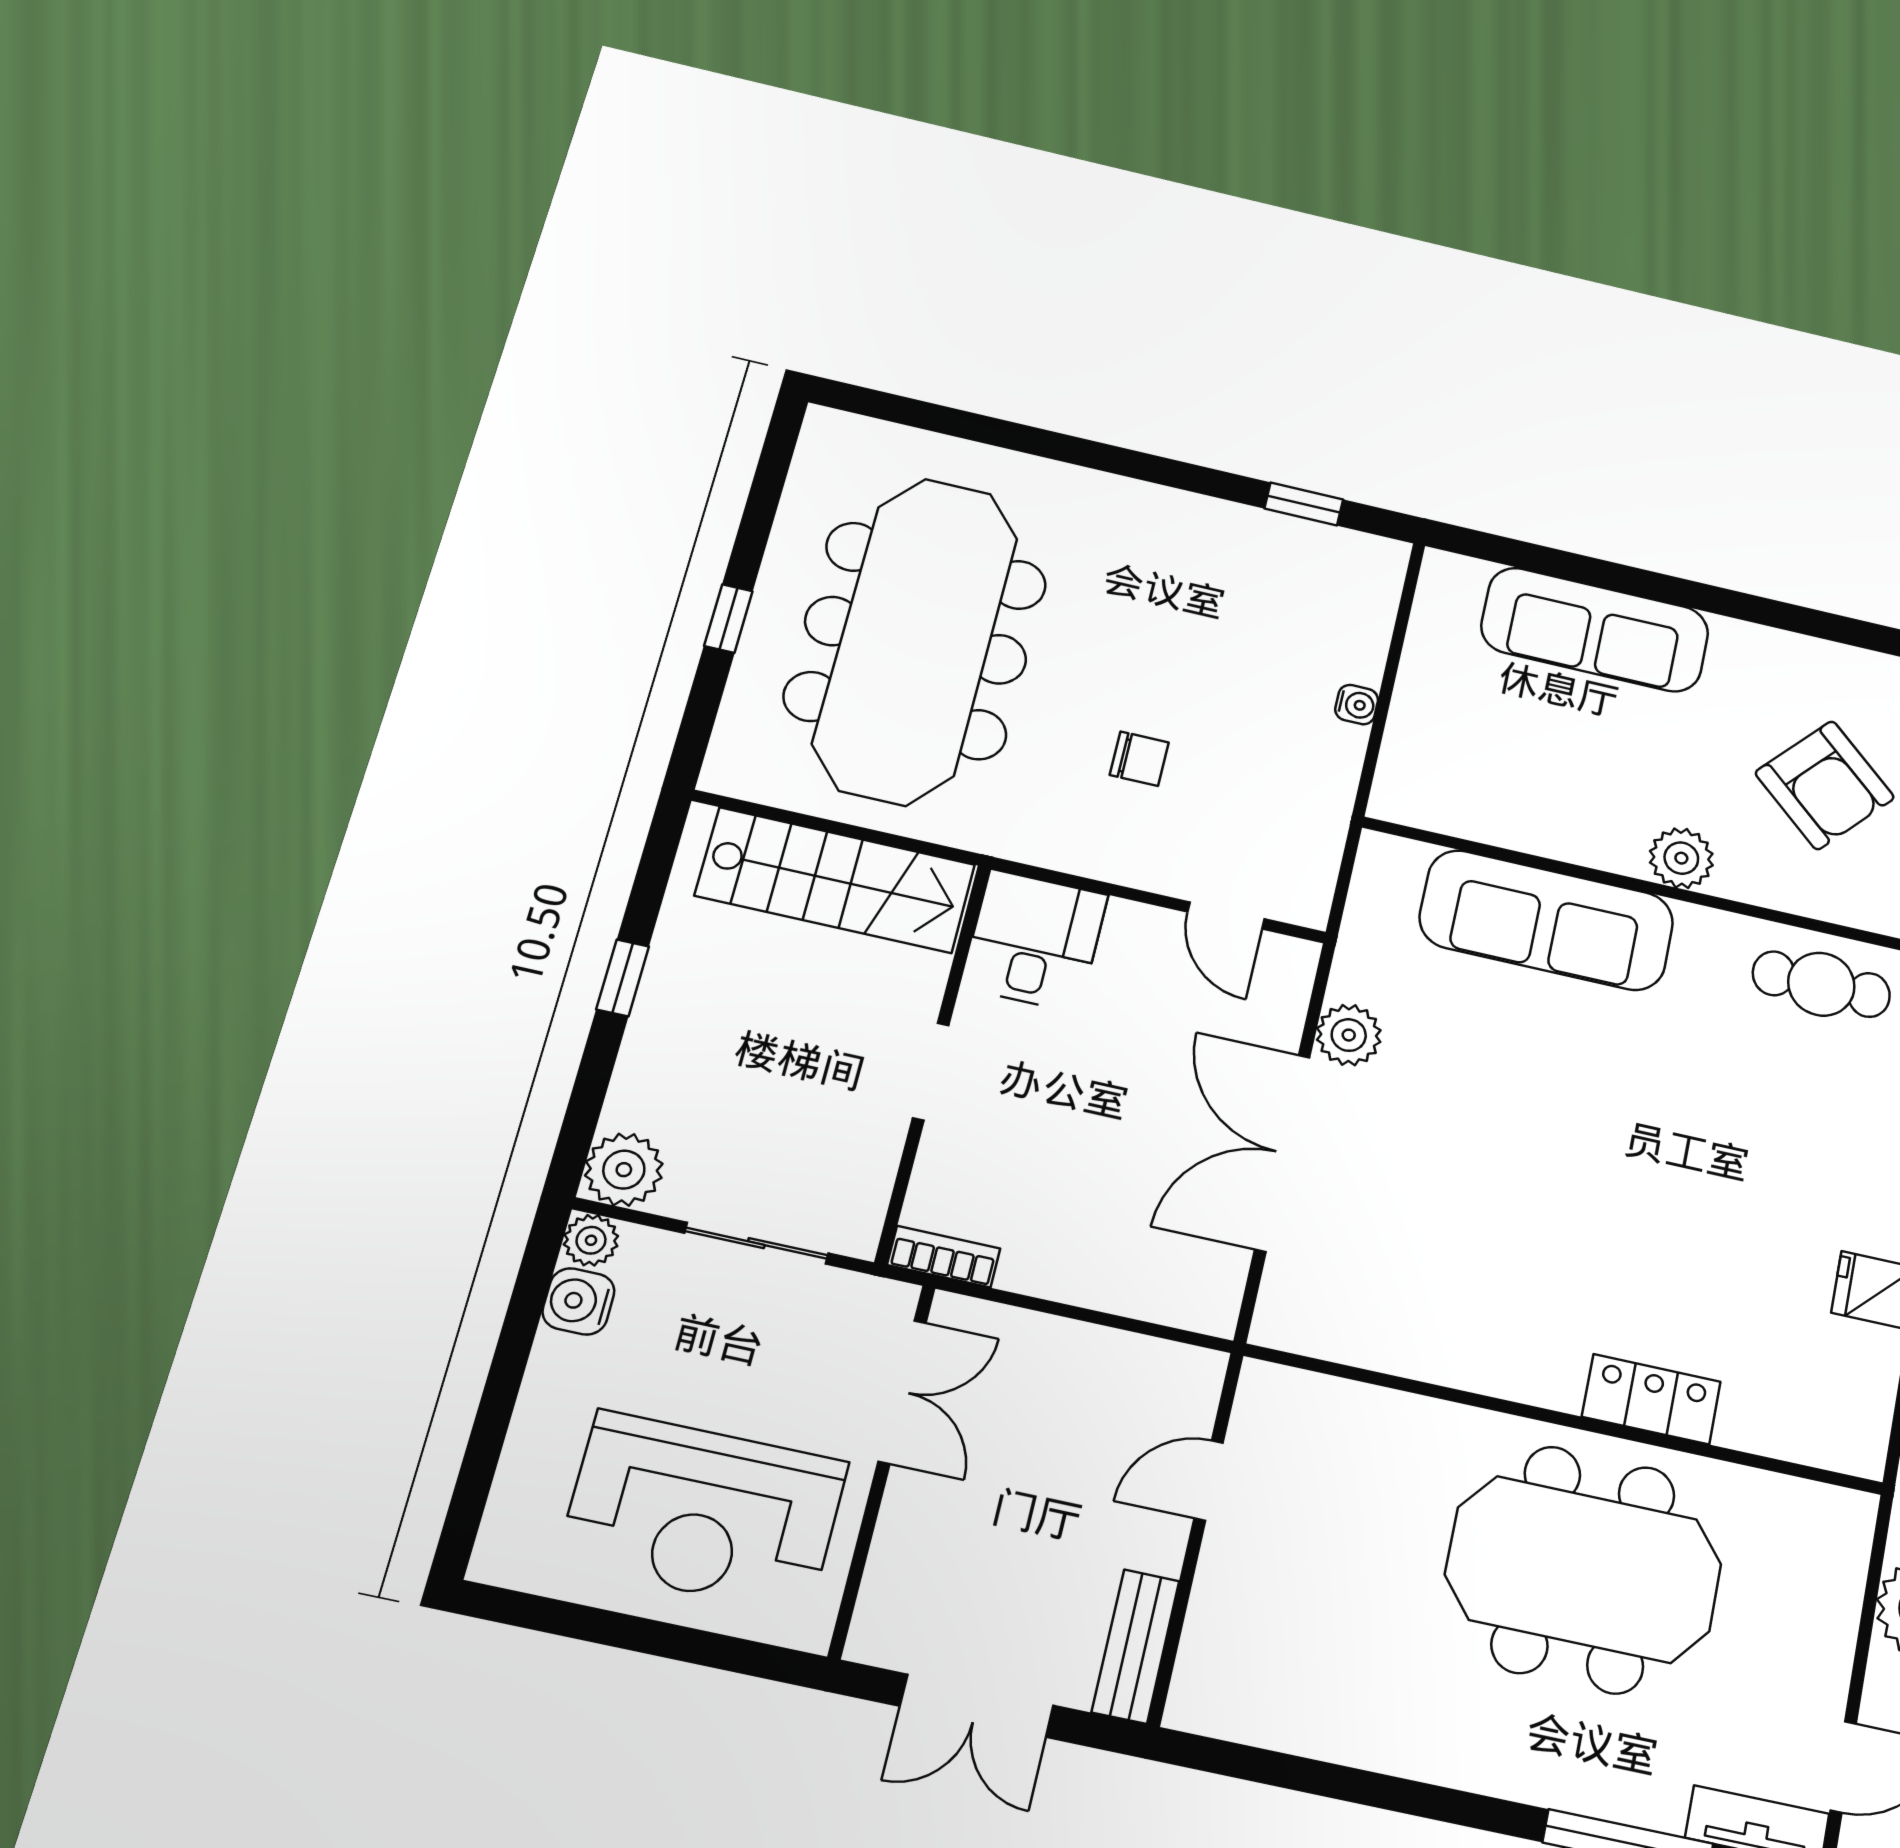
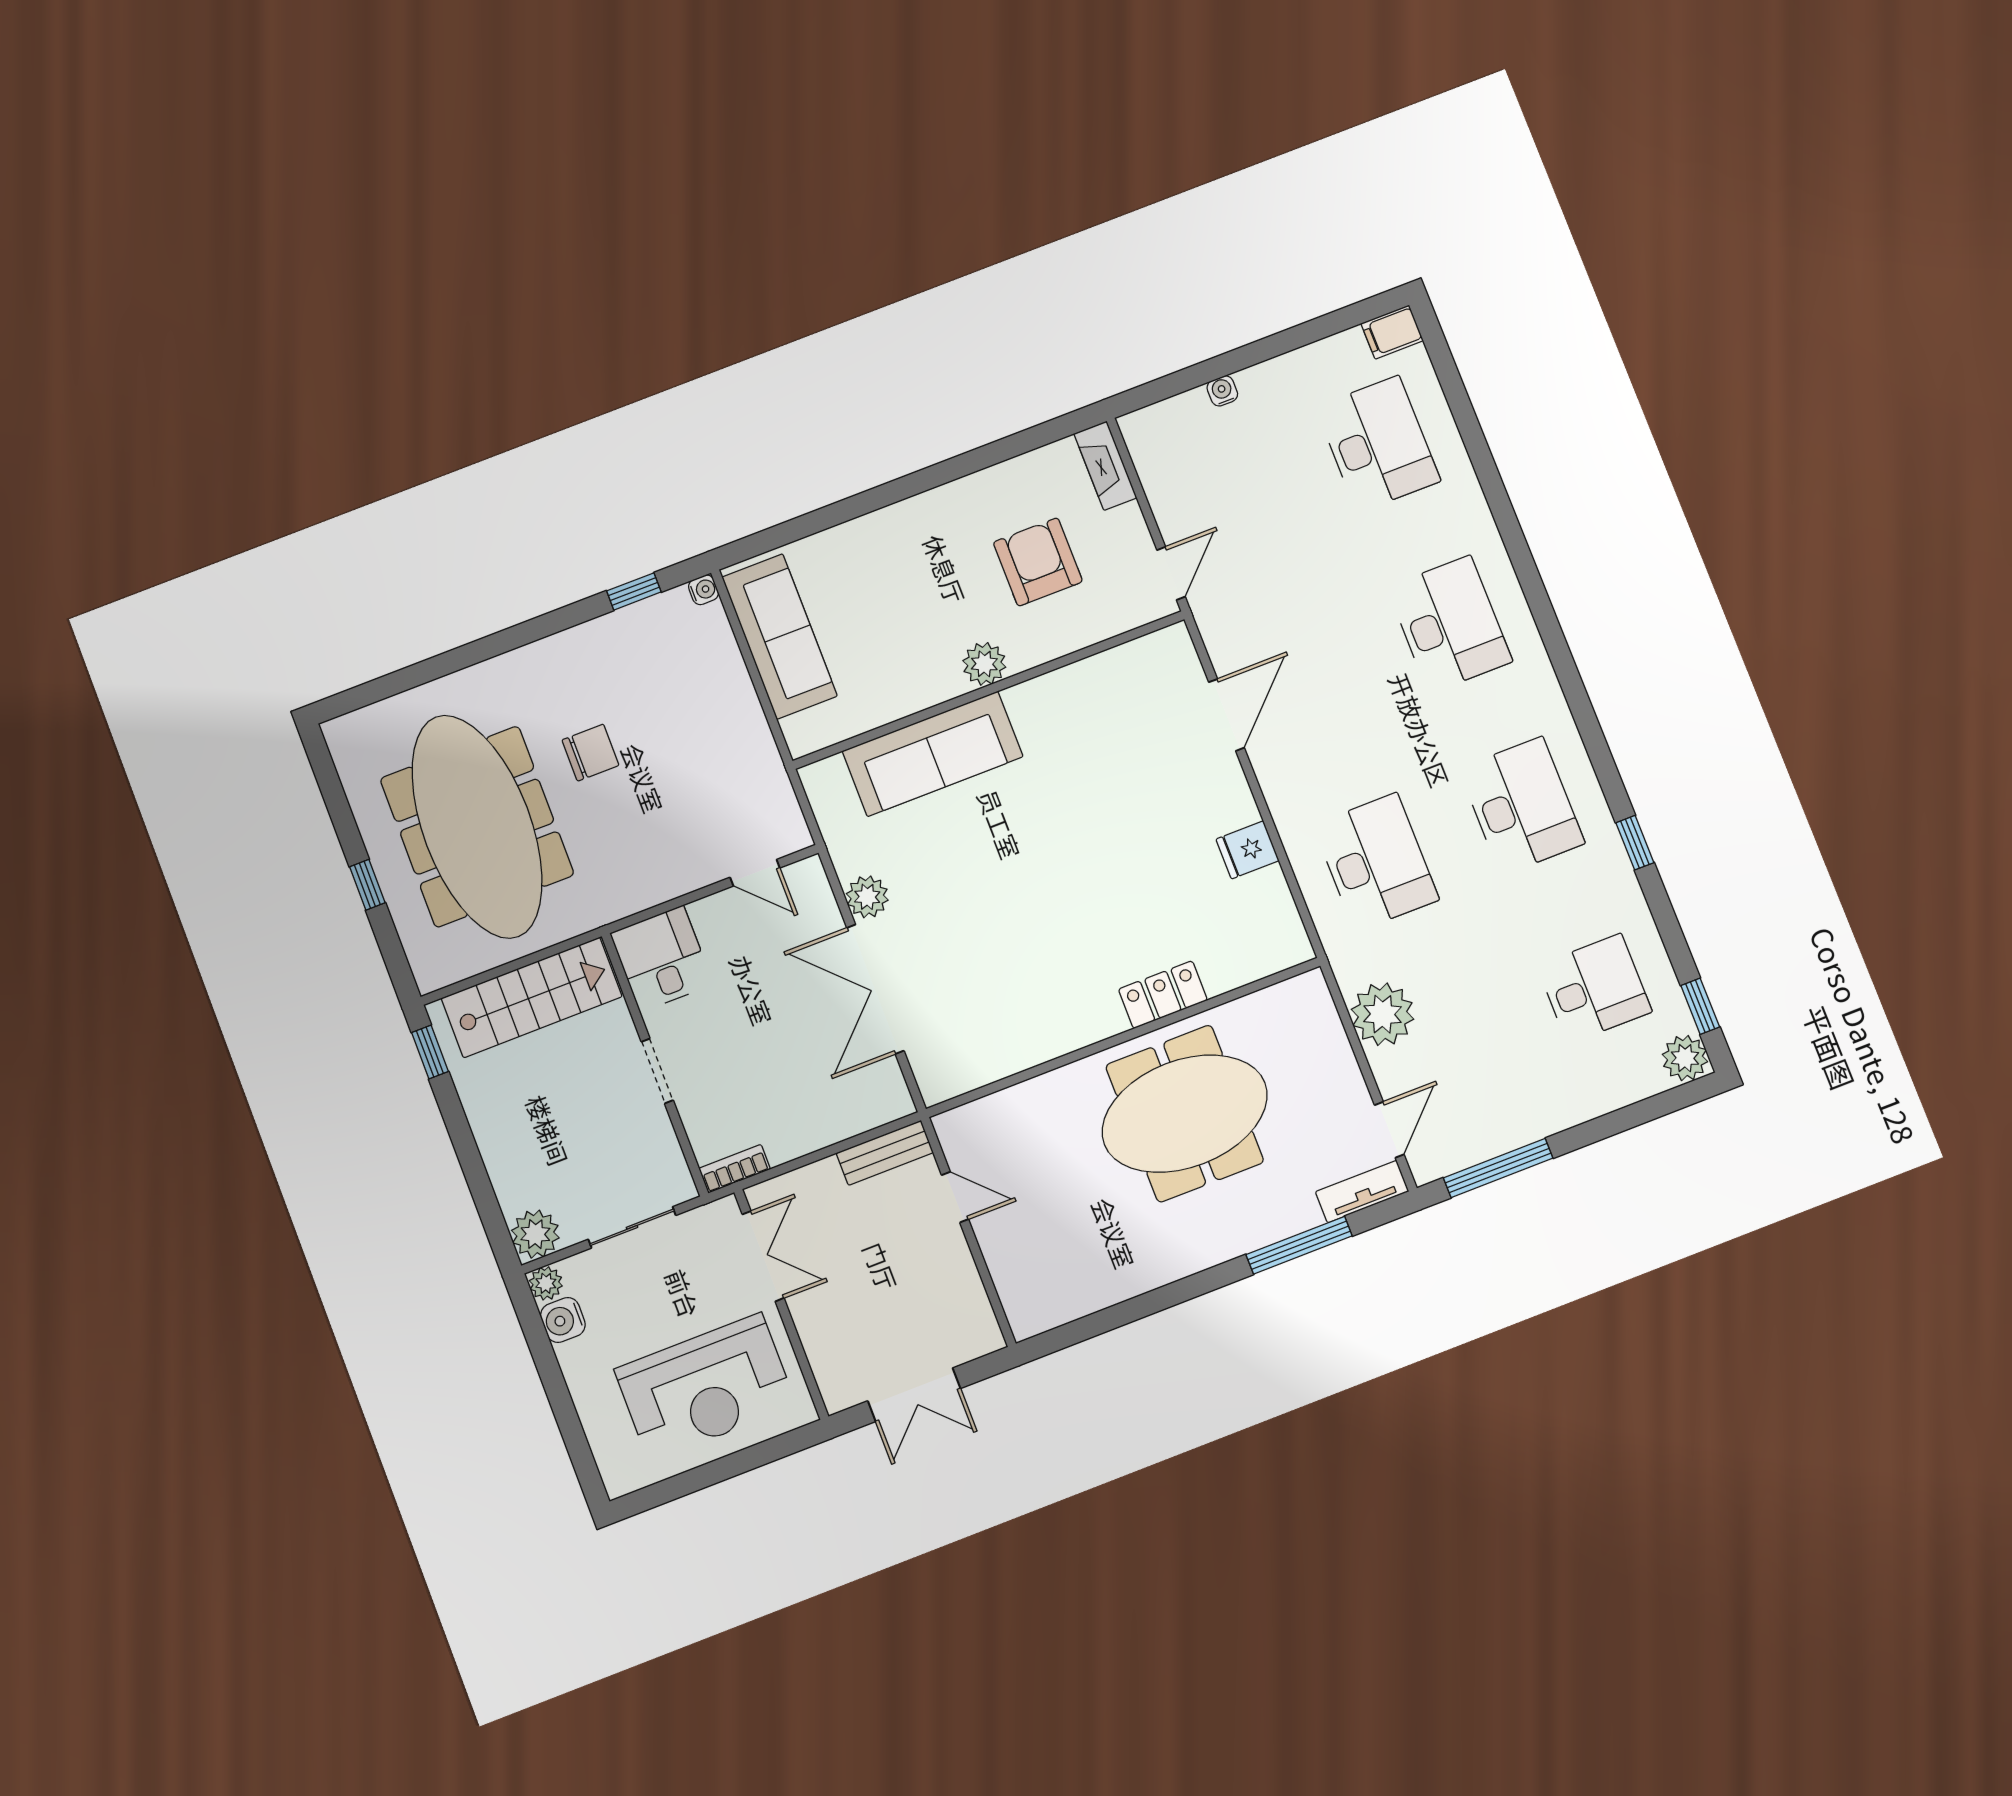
sofa: (1595, 630) -> (780, 636), moved, turned -90
water cooler: (1357, 705) -> (704, 590), moved
chair: (1139, 759) -> (590, 753), moved, width x1.37, depth x1.37
armchair: (1825, 785) -> (1038, 562), turned -132
window: (623, 978) -> (430, 1052), moved
cafe table: (1821, 984) -> (1110, 687), removed
door: (1209, 1481) -> (955, 1197), swing flipped
bench: (1136, 1646) -> (885, 1153), moved, turned 90

